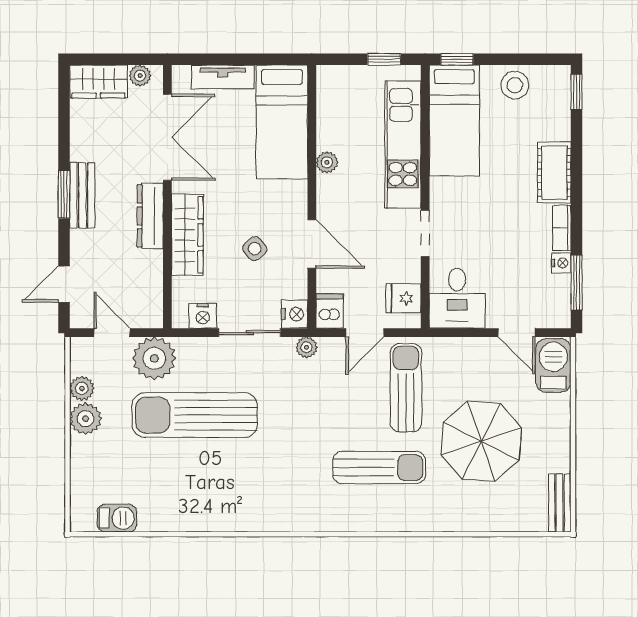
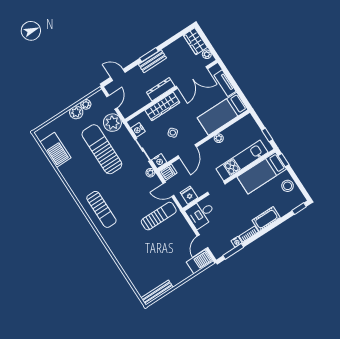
parasol: (481, 441) -> (157, 254), removed
sun lounger: (379, 468) -> (101, 209), moved
bench: (560, 503) -> (157, 293), width x1.36
barbecue: (117, 518) -> (55, 150), width x1.88, depth x1.53

